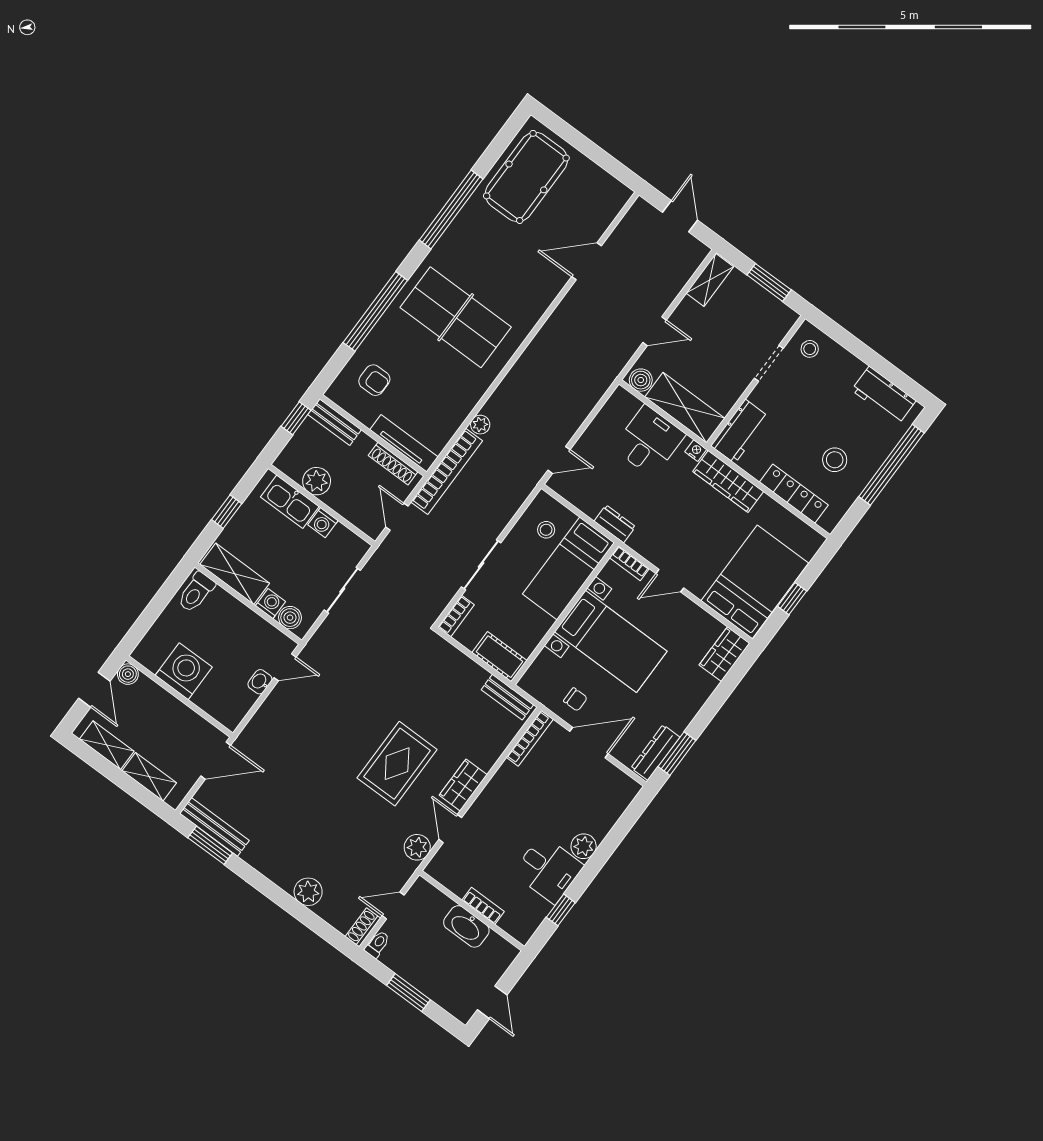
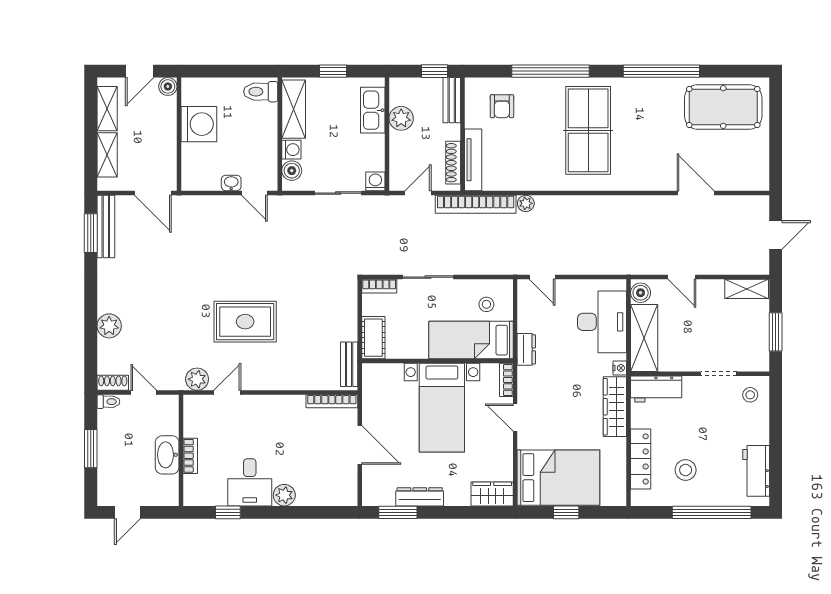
desk: (649, 441) -> (602, 322), width x1.37
washing machine: (323, 523) -> (375, 181), moved, turned 90
chair: (575, 699) -> (383, 413), removed
dresser: (655, 753) -> (420, 497), moved
wardrobe: (463, 785) -> (265, 379), removed

